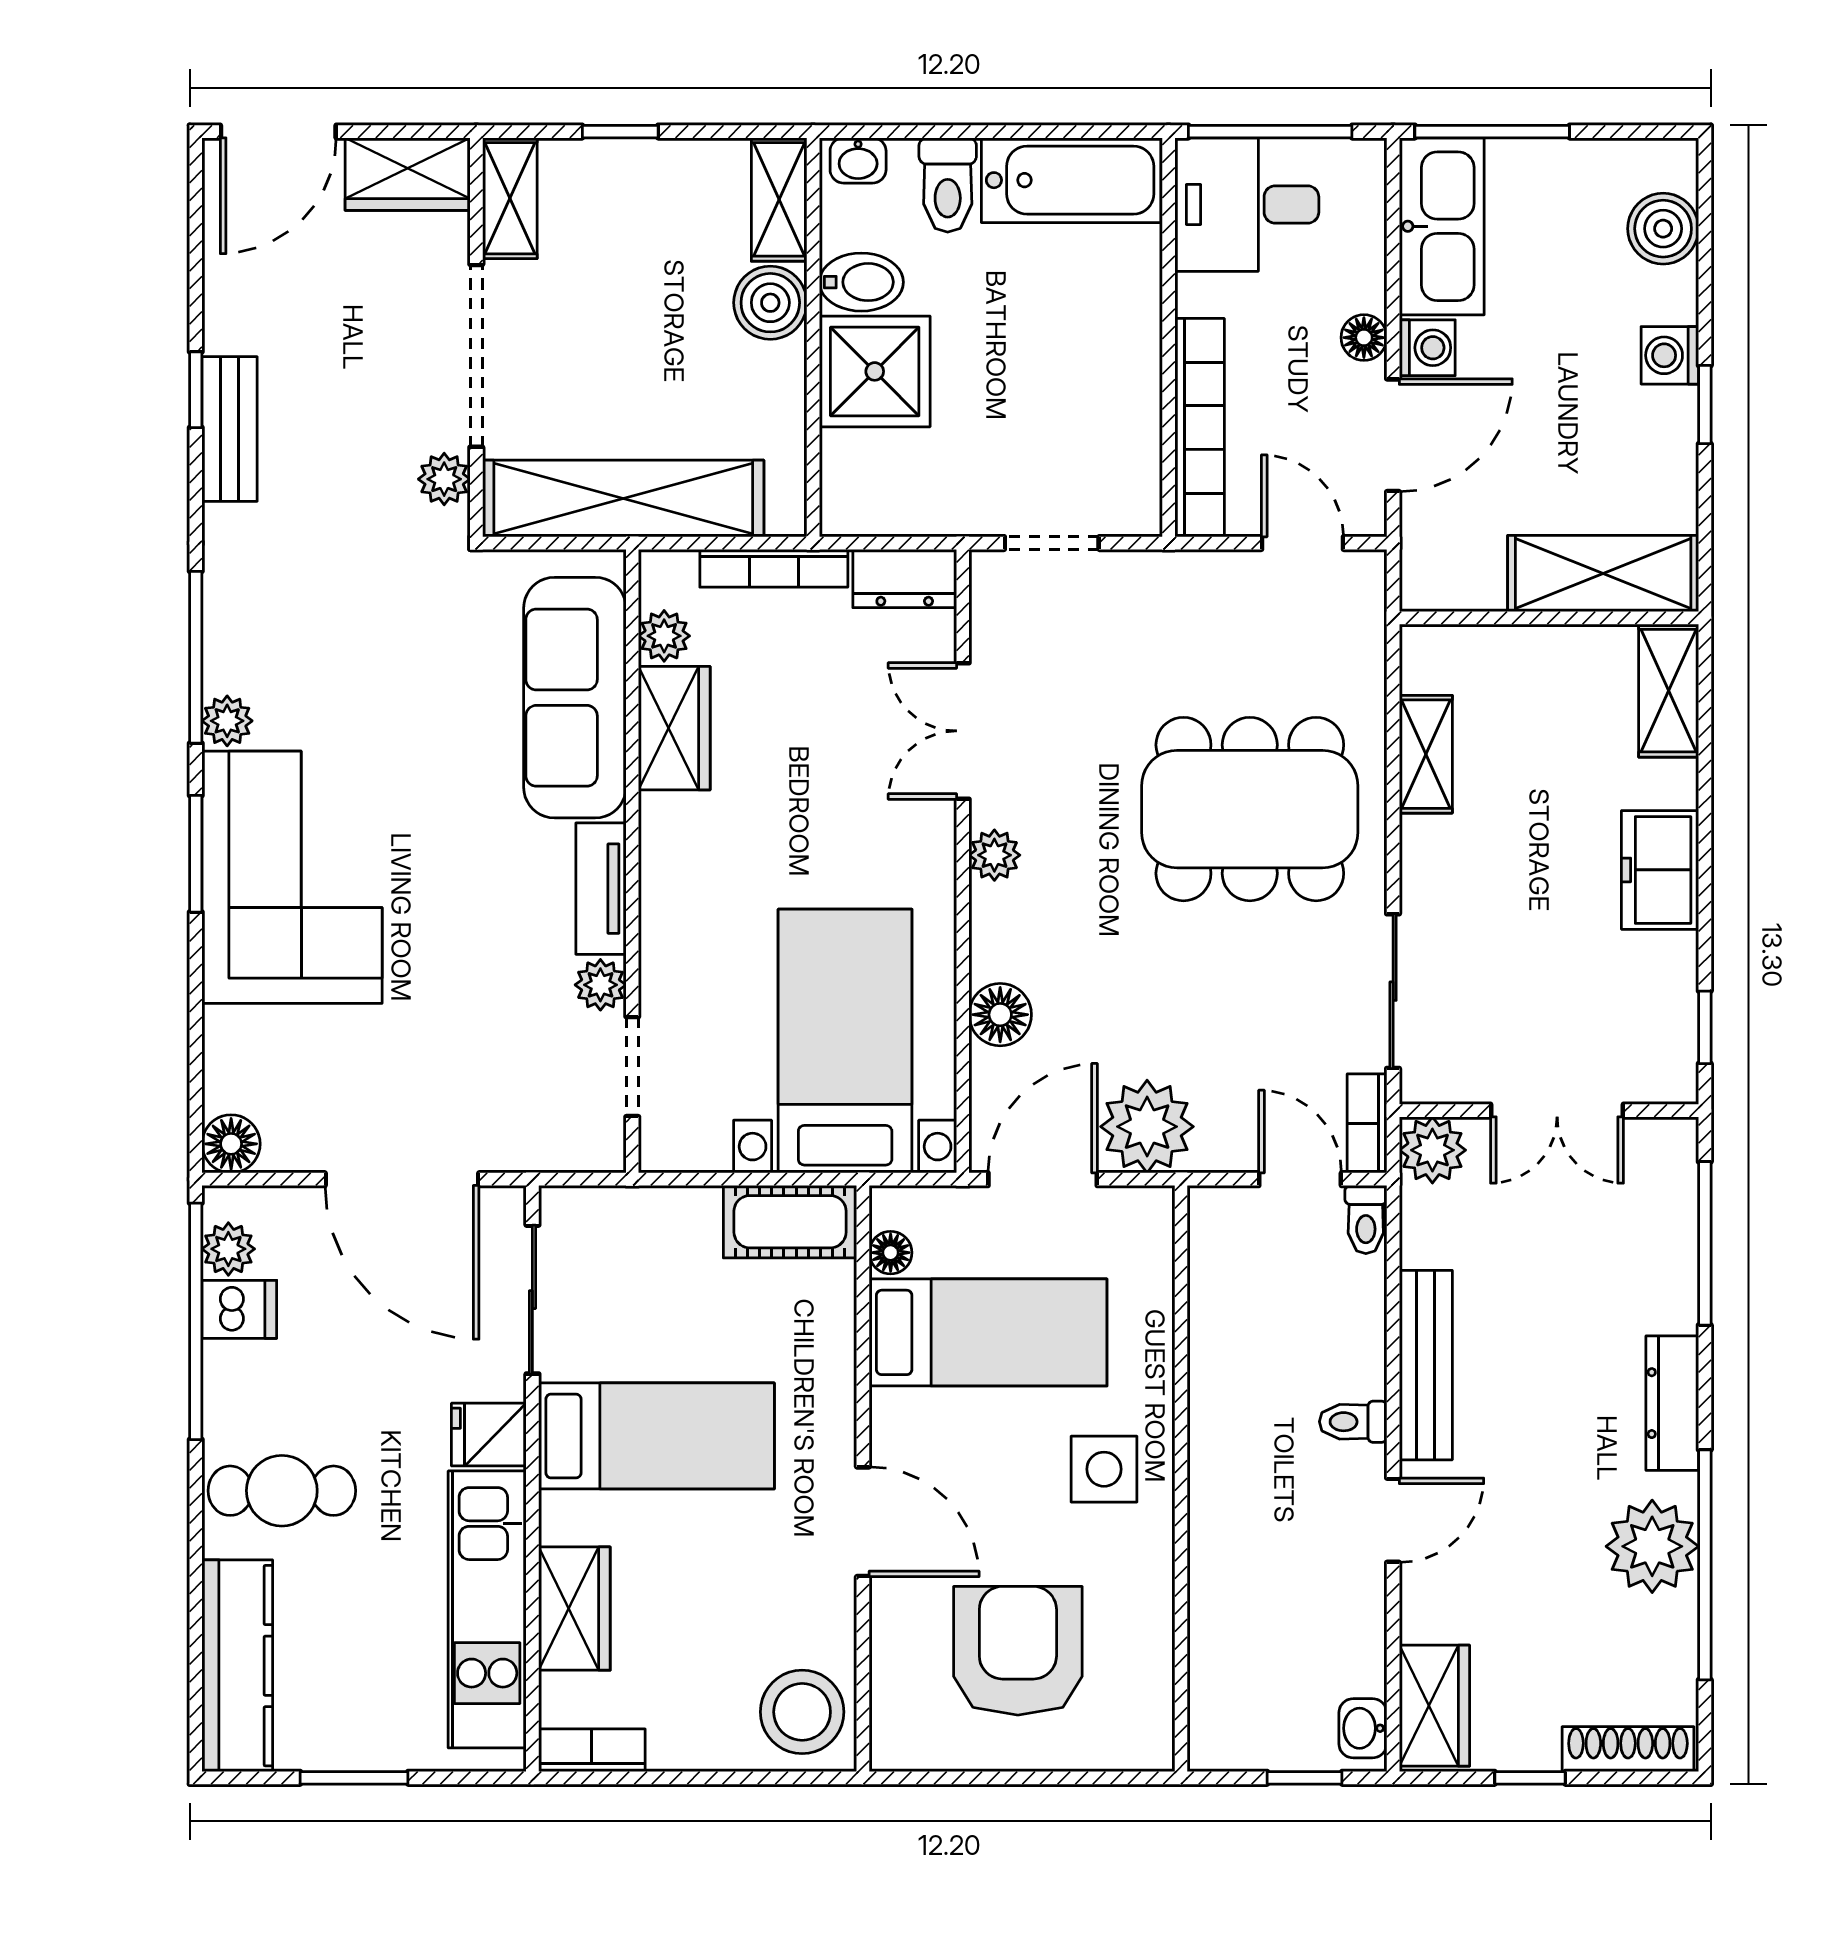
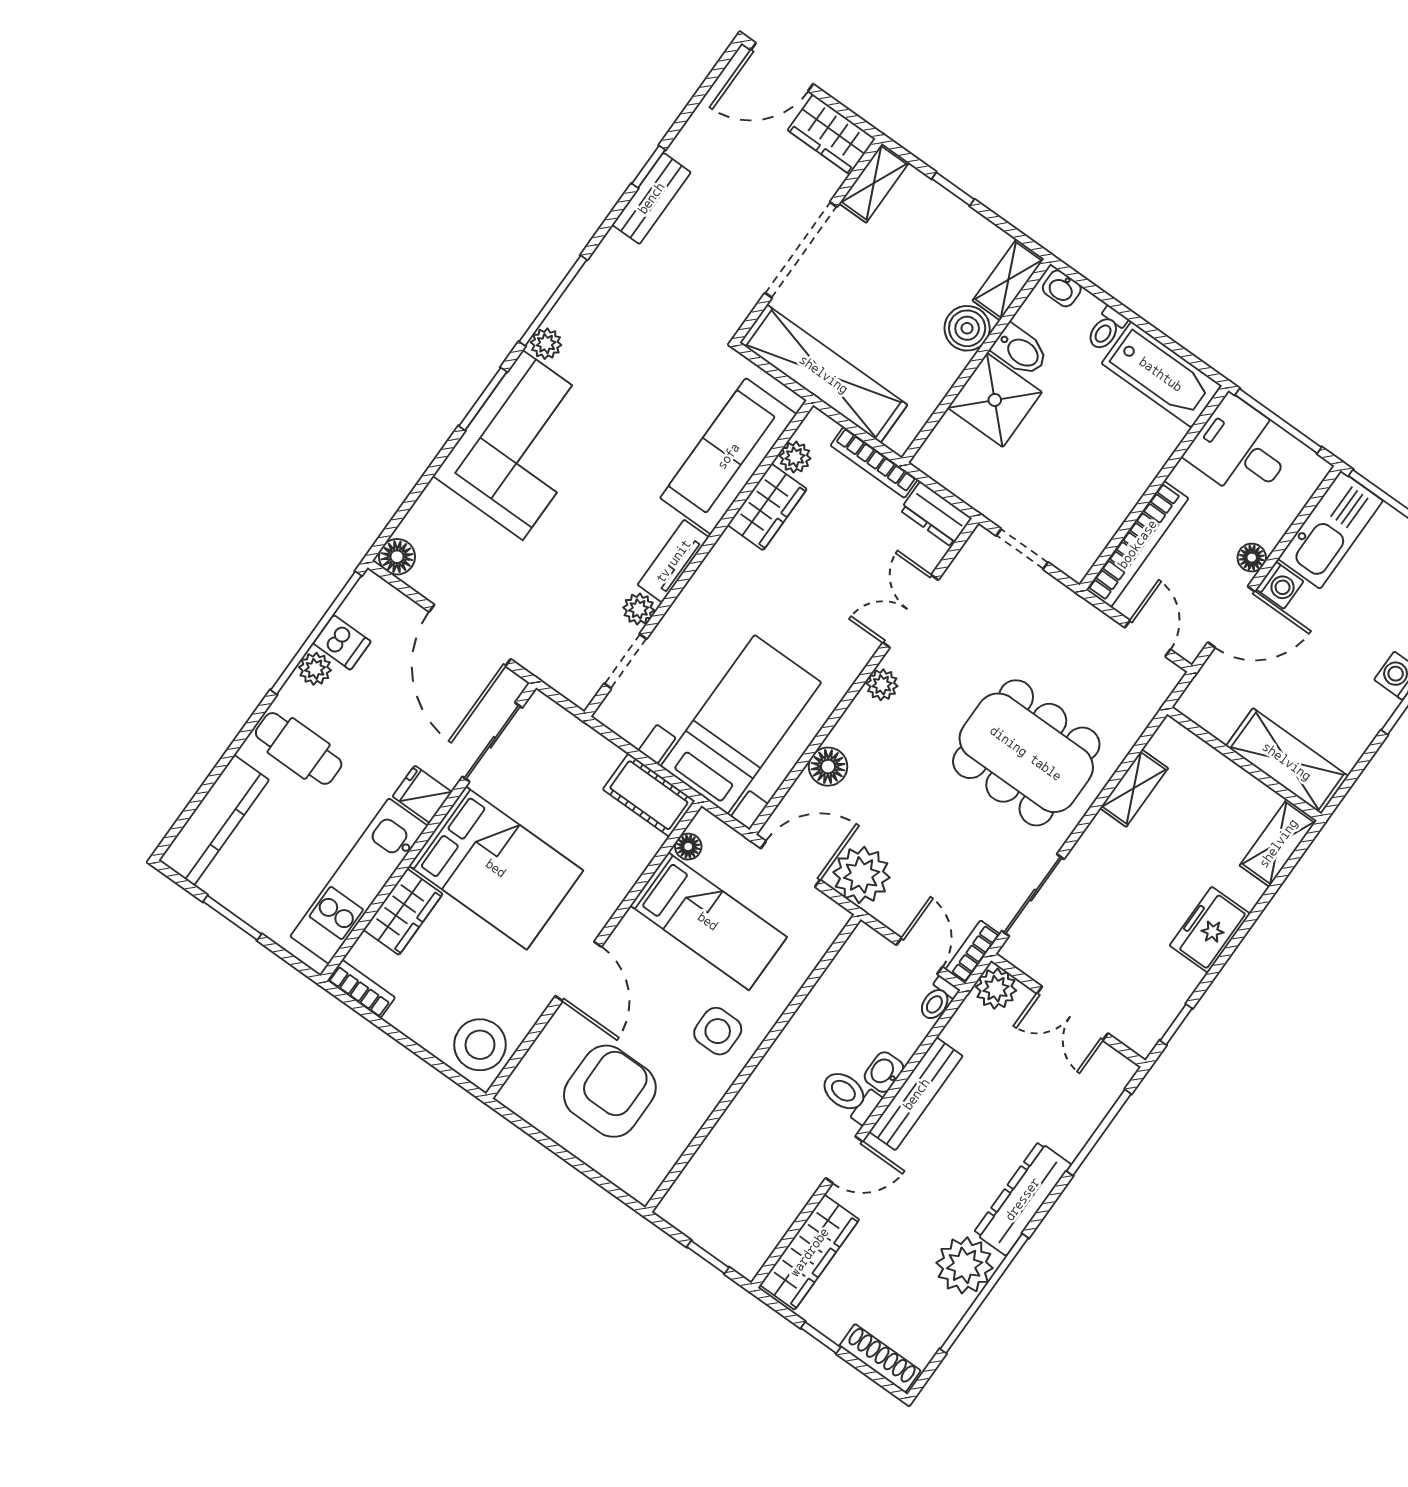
toilet: (948, 185) -> (1106, 329), width x0.73, depth x0.72
plant: (444, 479) -> (741, 300), removed
plant: (228, 1249) -> (315, 669), moved
dresser: (1672, 1403) -> (1022, 1199), width x1.37, depth x1.24
toilet: (1353, 1422) -> (850, 1095), width x1.37, depth x1.39
bed: (656, 1436) -> (496, 868), width x1.50
wardrobe: (1434, 1706) -> (809, 1252), width x1.50
washbasin: (1363, 1728) -> (884, 1072), moved

